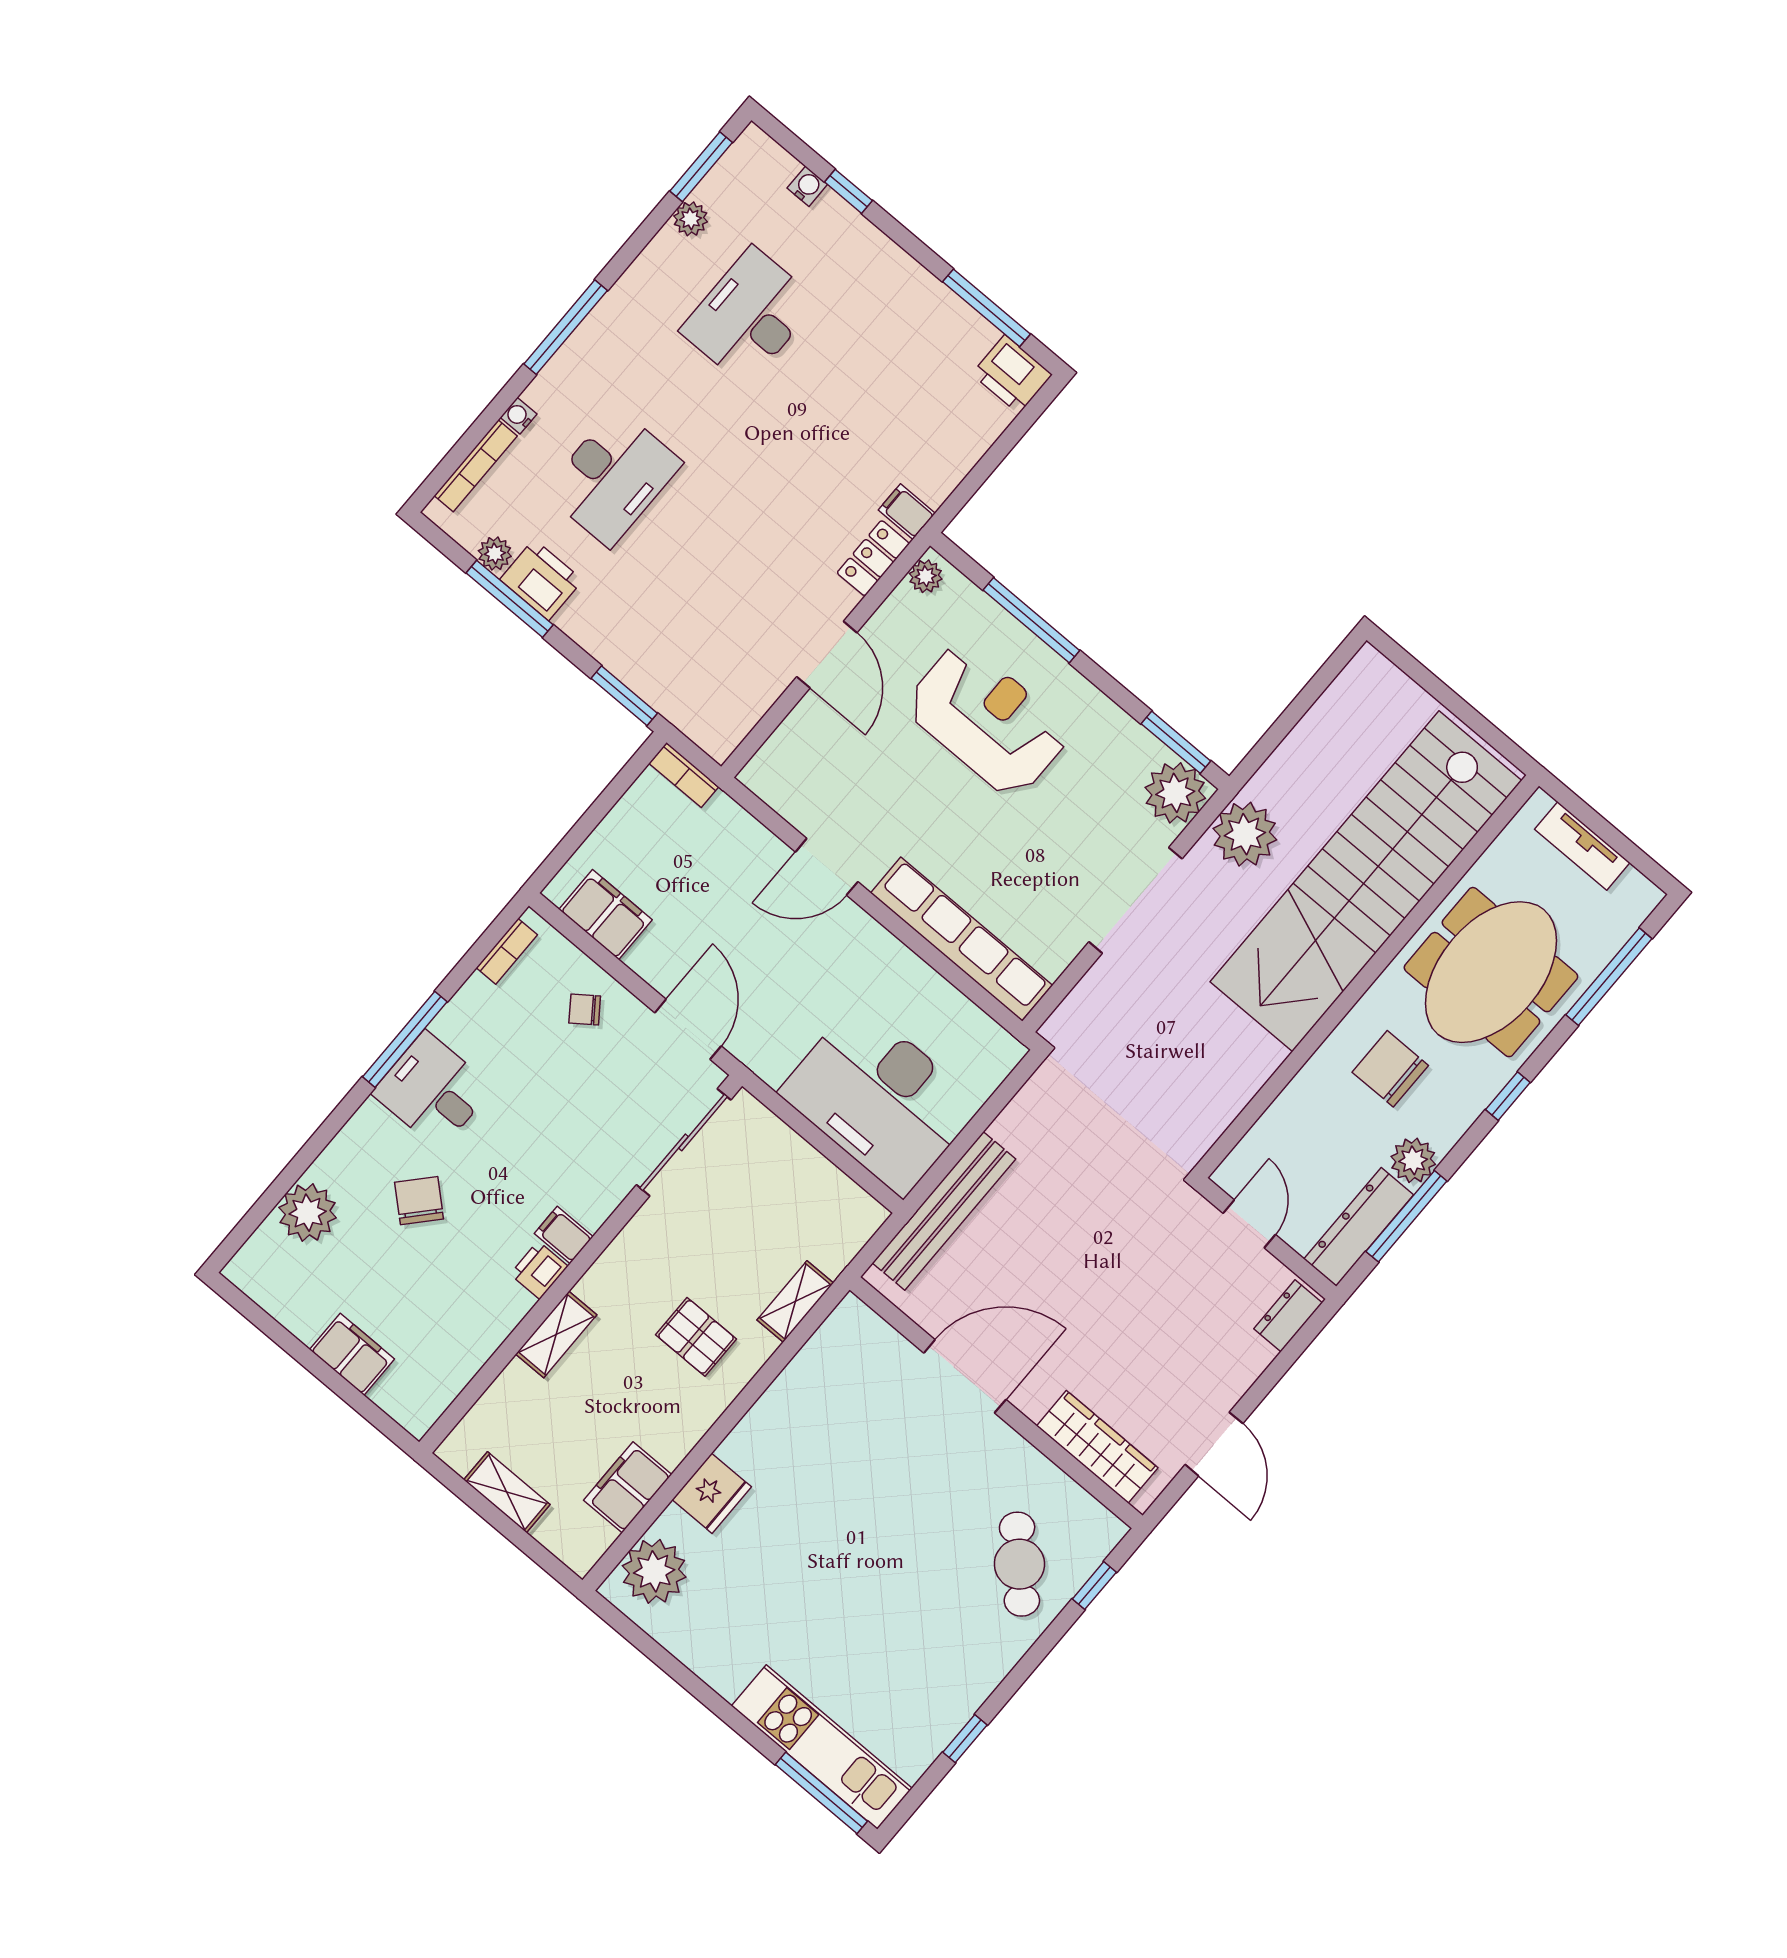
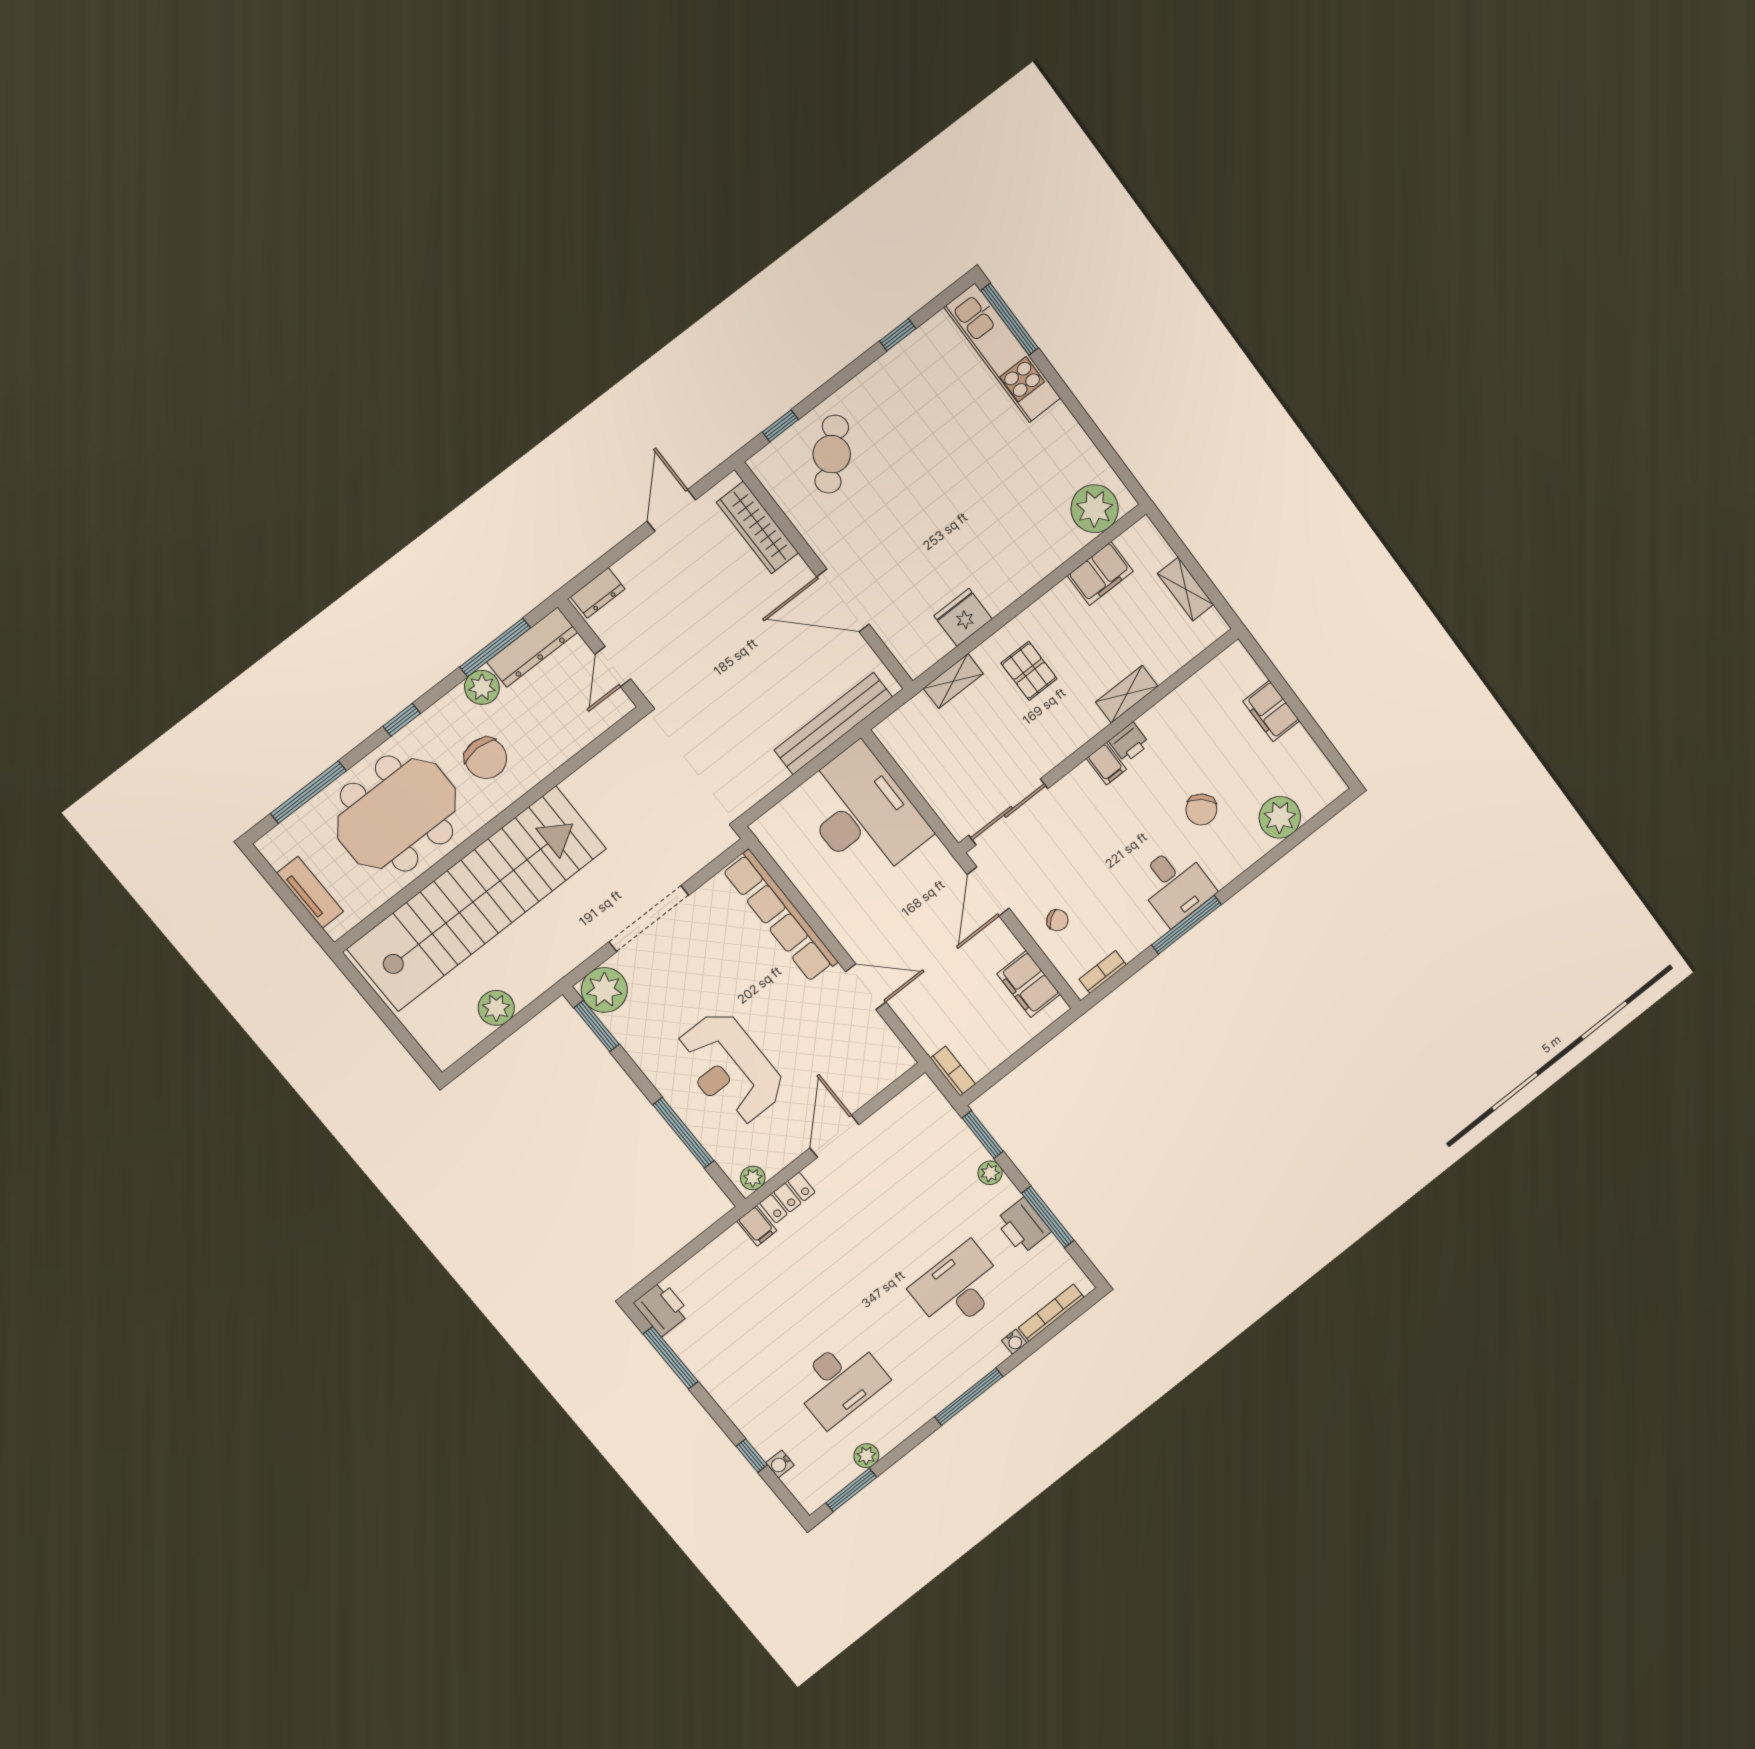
plant: (495, 554) -> (990, 1173), moved
plant: (1245, 834) -> (496, 1008), moved, width x0.73, depth x0.73
fridge: (712, 1493) -> (963, 617), moved

